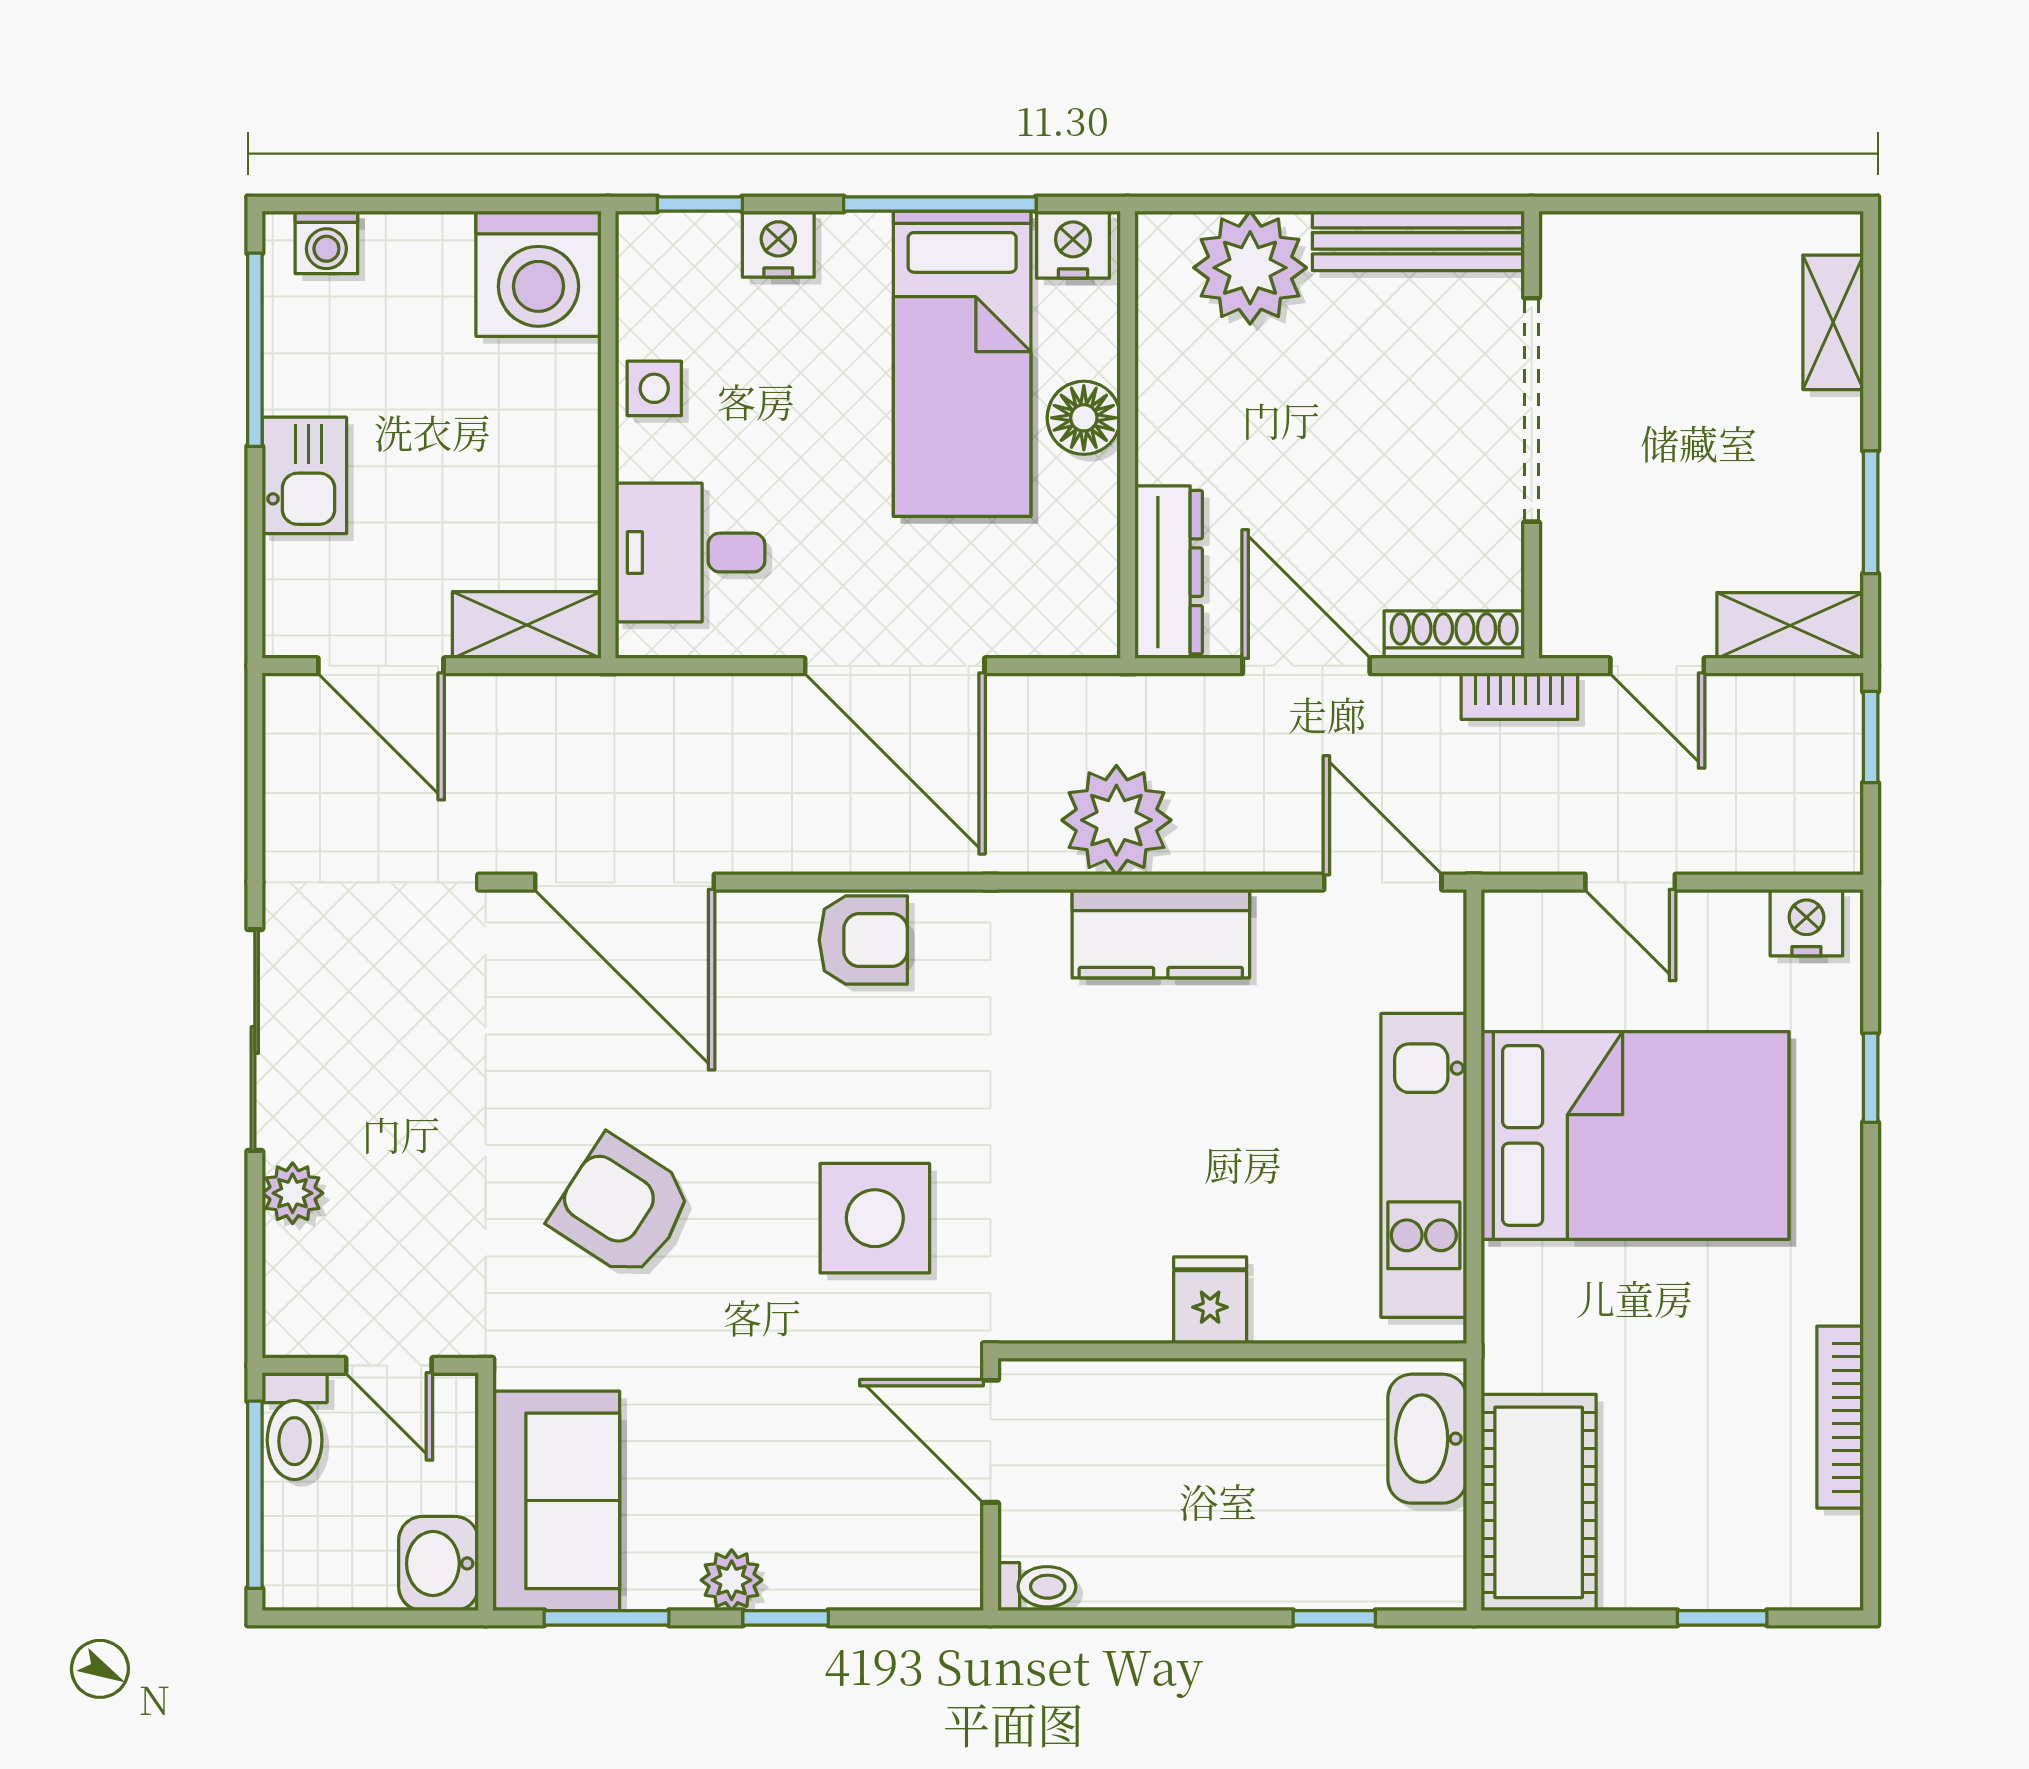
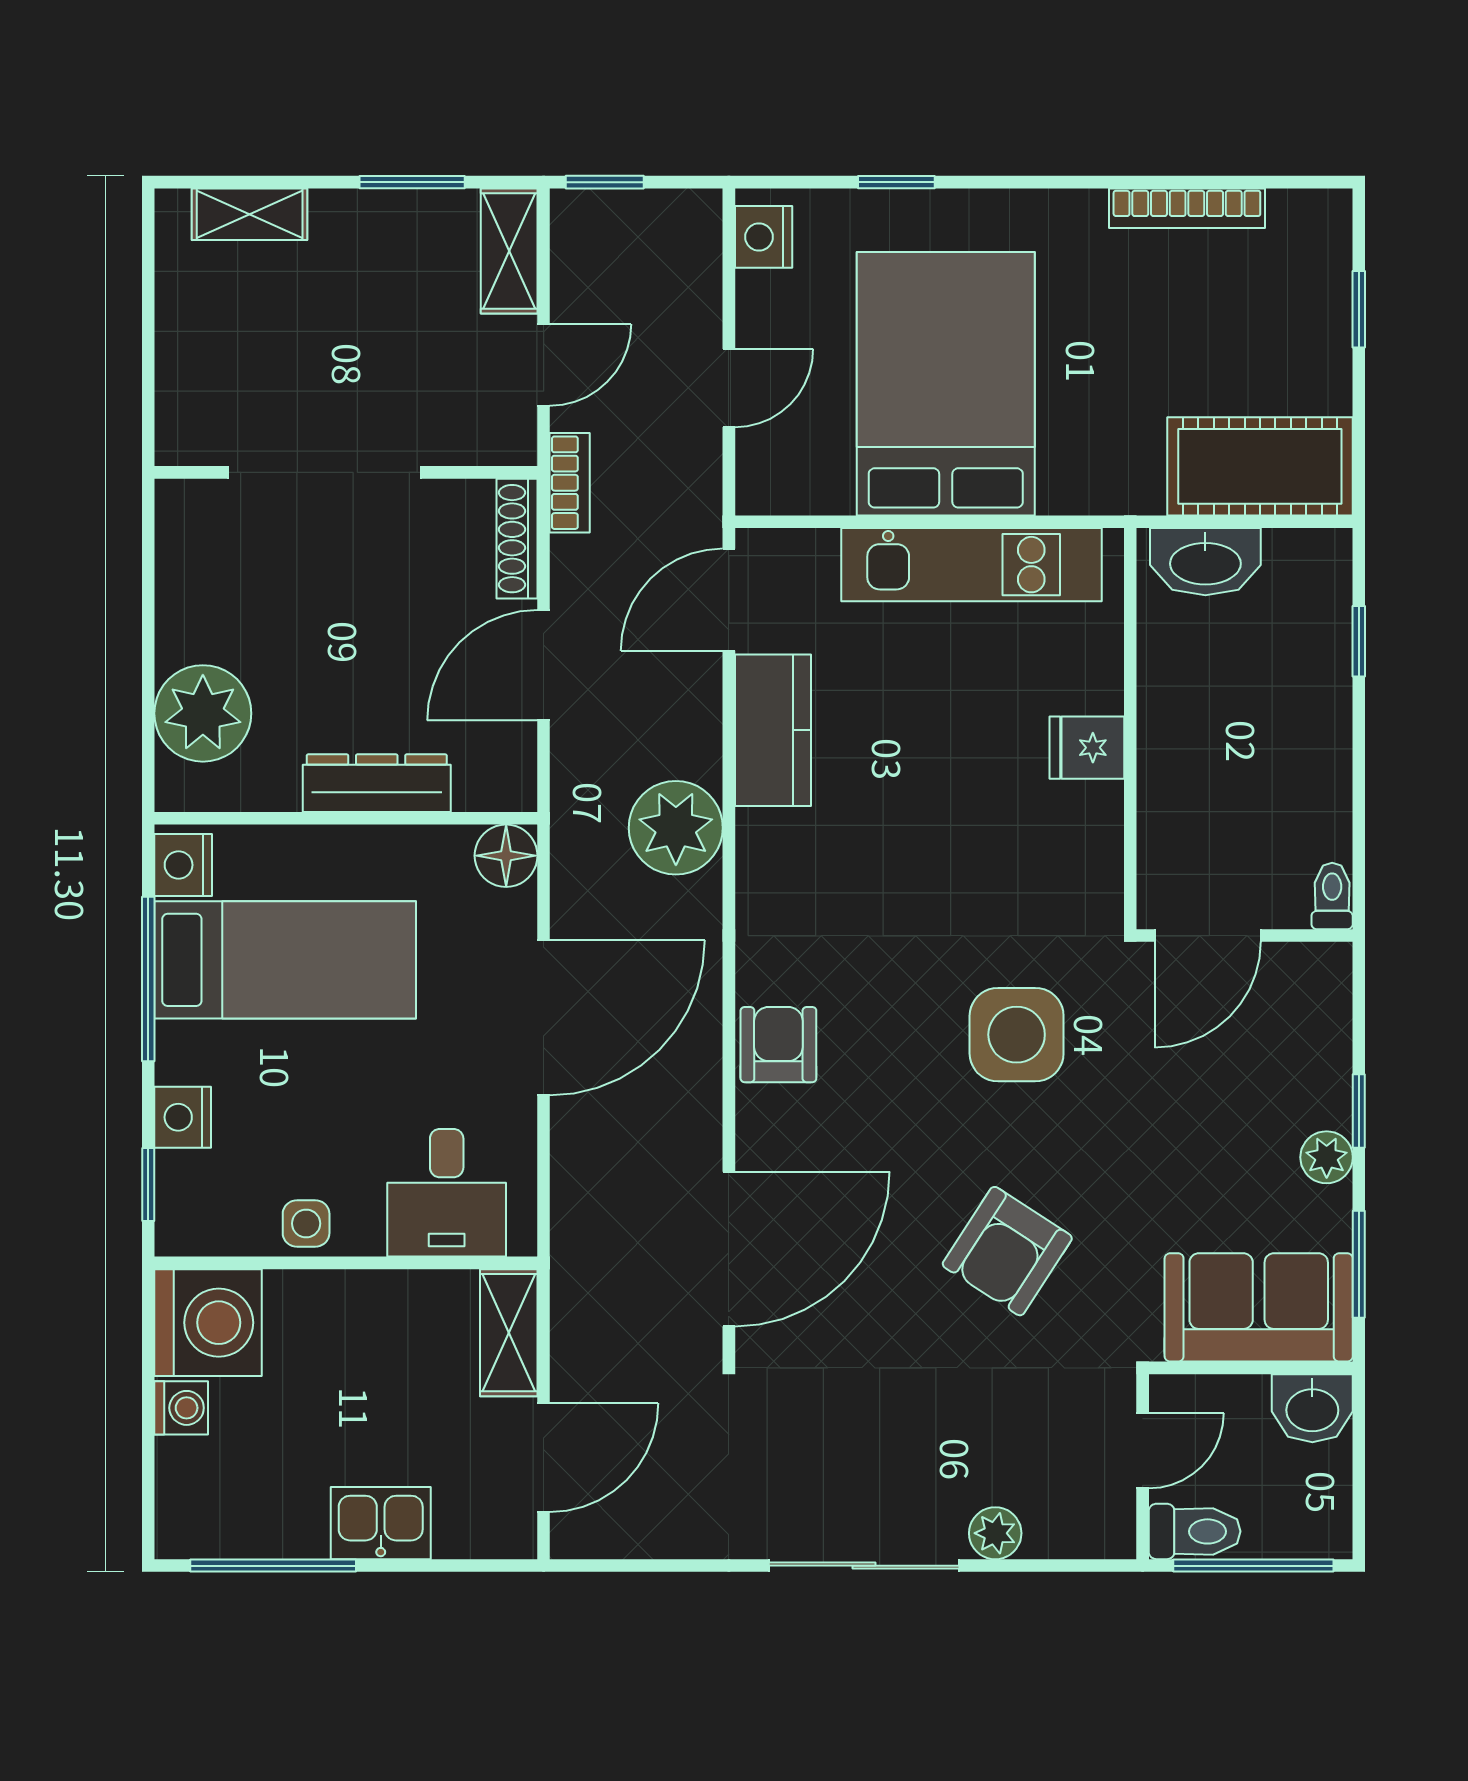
bench: (1418, 241) -> (180, 569), removed
washing machine: (326, 242) -> (181, 1408), moved
floor lamp: (1084, 418) -> (506, 856), moved
dresser: (1169, 572) -> (377, 783), moved
kitchen counter: (1161, 934) -> (773, 730), moved

